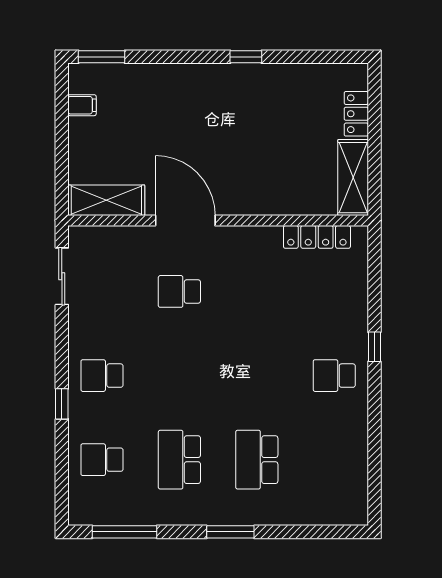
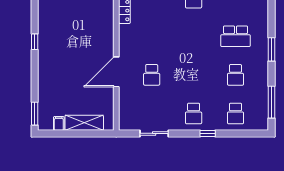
shelving: (106, 200) -> (84, 123), moved, turned 90
sliding door: (62, 276) -> (154, 133), moved
school desk: (179, 460) -> (235, 75), width x0.54

